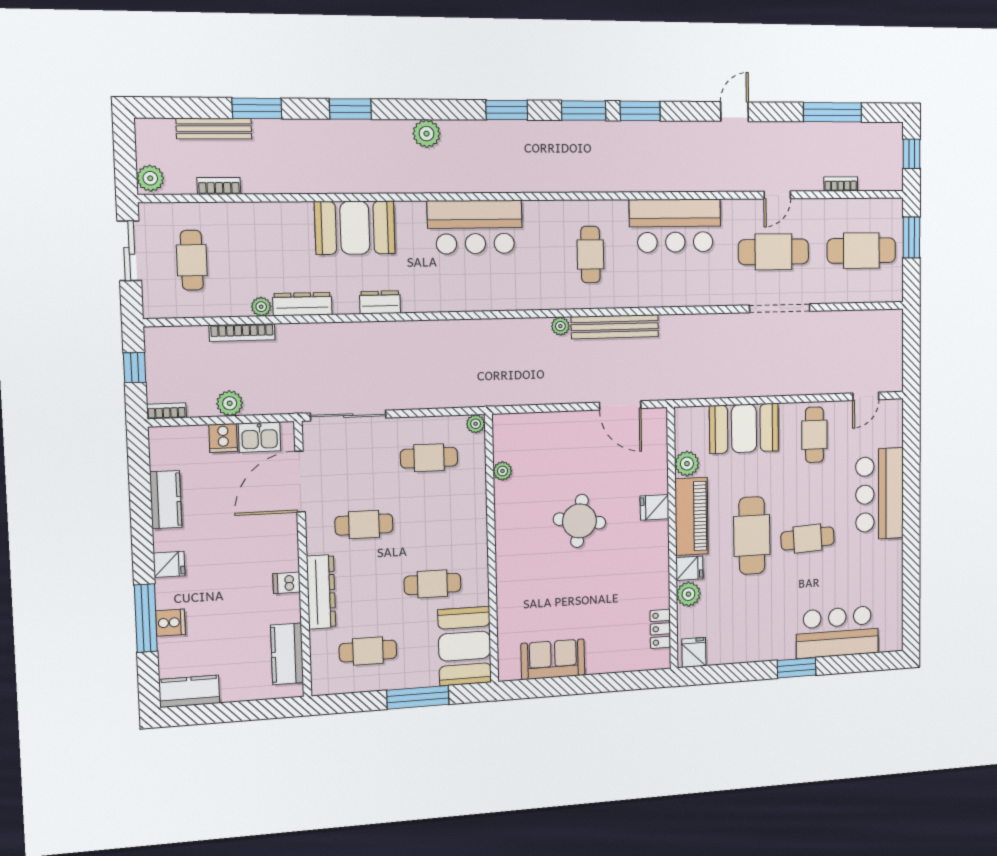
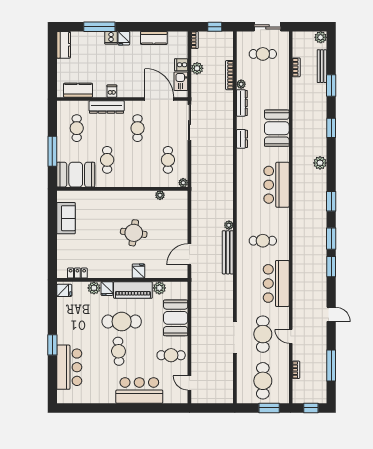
plant: (150, 178) -> (321, 37), moved
cooker: (171, 623) -> (111, 38), moved

